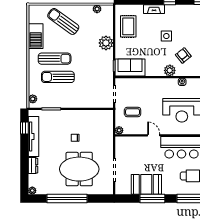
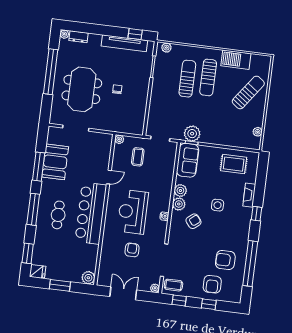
plant: (106, 43) -> (192, 134), moved
plant: (158, 71) -> (180, 190), added
dresser: (33, 166) -> (79, 37), moved

